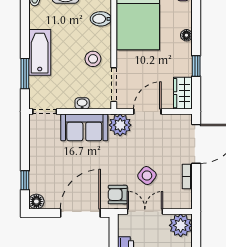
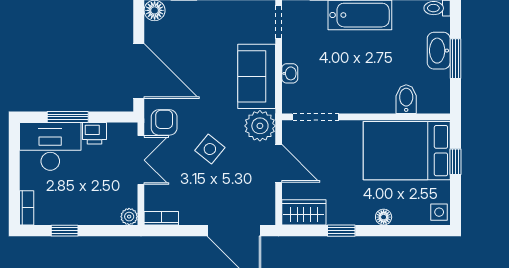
stool: (93, 59) -> (351, 88), removed
side table: (147, 176) -> (210, 149), moved
bookcase: (187, 176) -> (161, 218), moved
plant: (181, 225) -> (129, 217), width x0.53, depth x0.53

